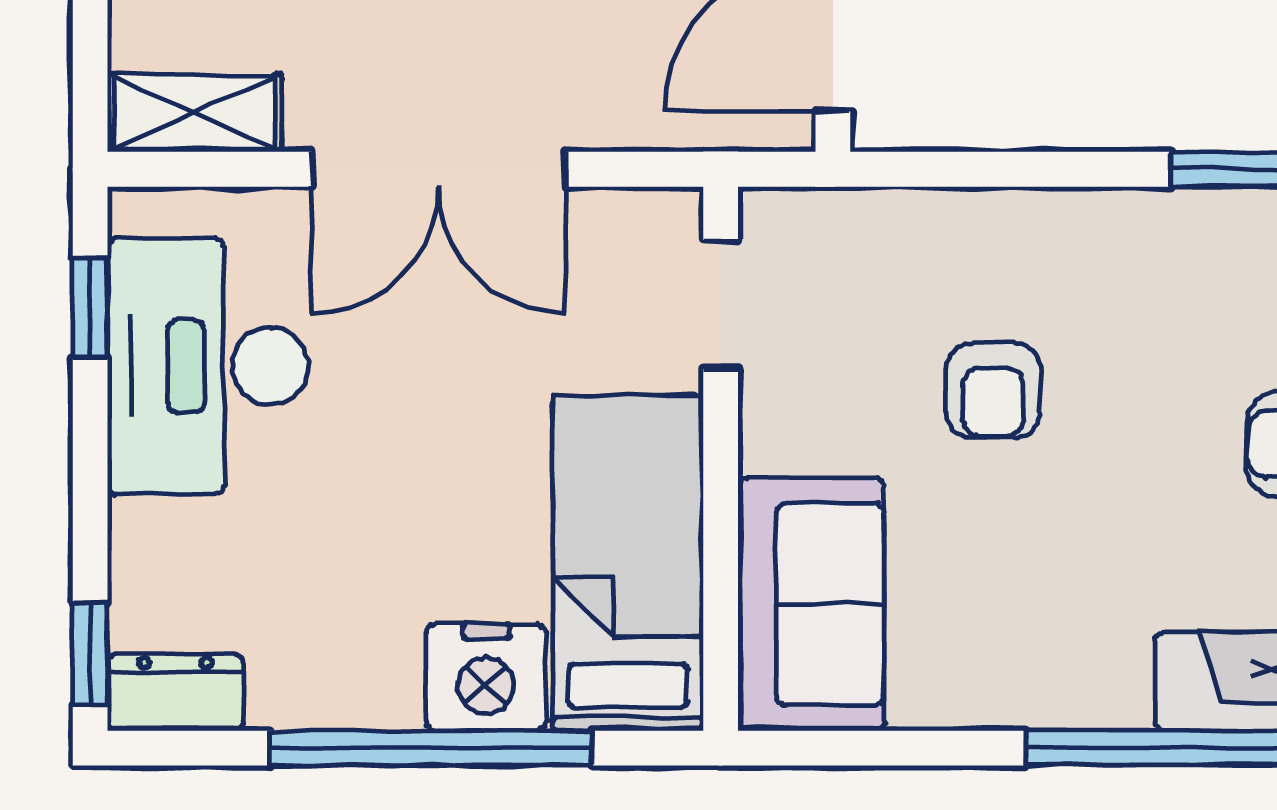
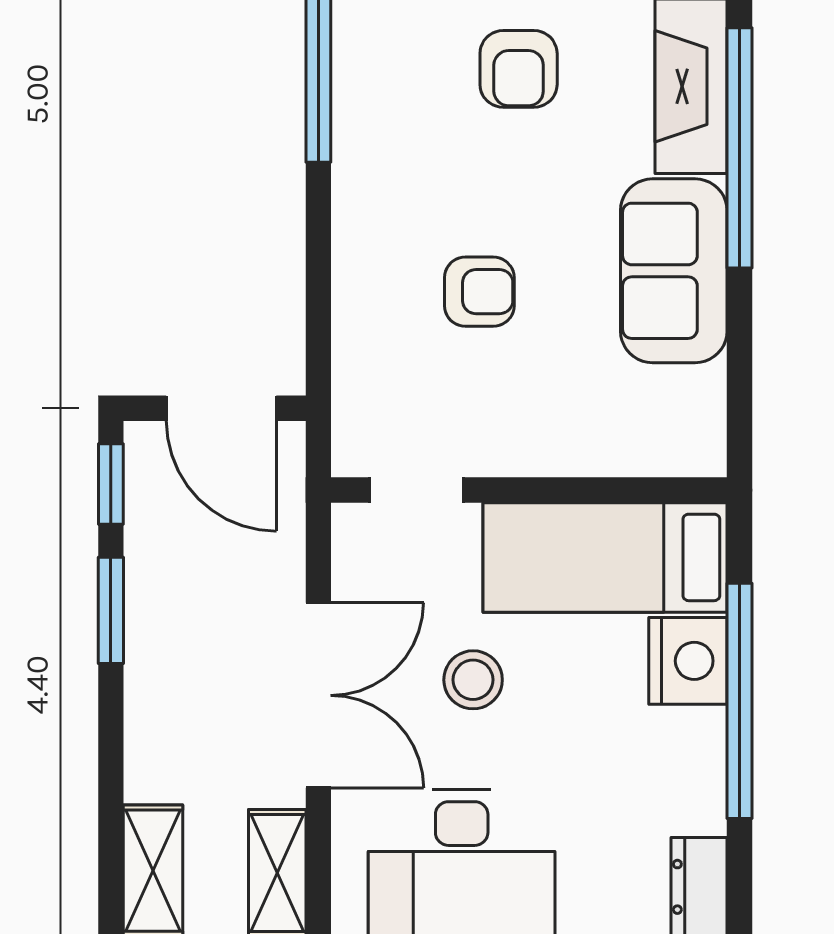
stool: (460, 382) -> (473, 680), added
sofa: (811, 604) -> (674, 271), moved, turned -90

